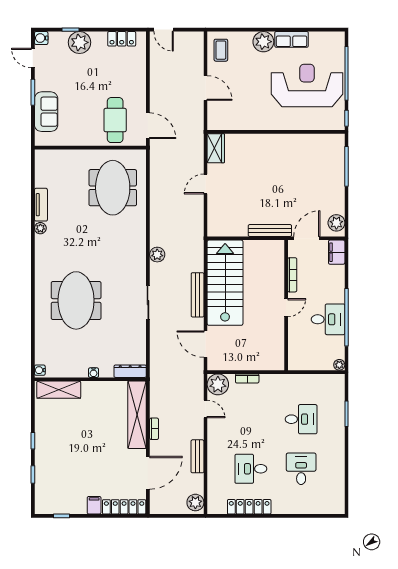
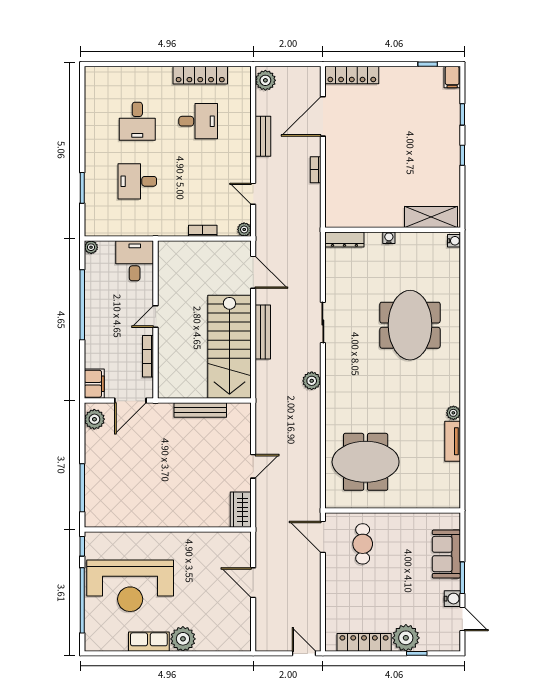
water cooler: (41, 38) -> (452, 599), moved
locker: (122, 39) -> (364, 642), width x1.53
coffee table: (221, 50) -> (235, 629), removed
cafe table: (115, 120) -> (363, 544), width x0.73, depth x0.74
meeting table: (113, 188) -> (366, 462), turned 90
bench: (270, 230) -> (200, 410), moved
desk: (328, 319) -> (135, 261), moved, turned 90
plant: (218, 384) -> (244, 229), width x0.53, depth x0.53
shelving: (137, 415) -> (336, 187), removed
filing cabinet: (94, 505) -> (452, 77), moved

